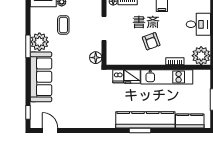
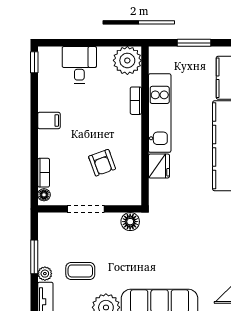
armchair: (151, 41) -> (102, 163), moved, turned 90
dishwasher: (118, 76) -> (159, 187), removed

